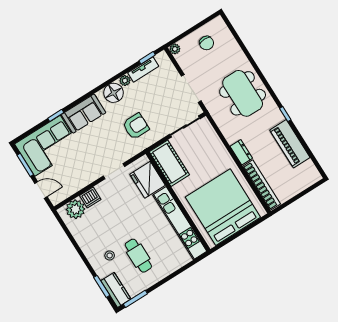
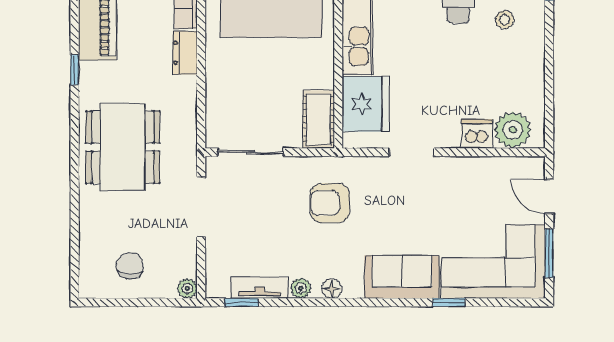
floor lamp: (114, 93) -> (332, 289), width x0.53, depth x0.53
cot: (169, 163) -> (319, 119), width x0.73, depth x0.75

